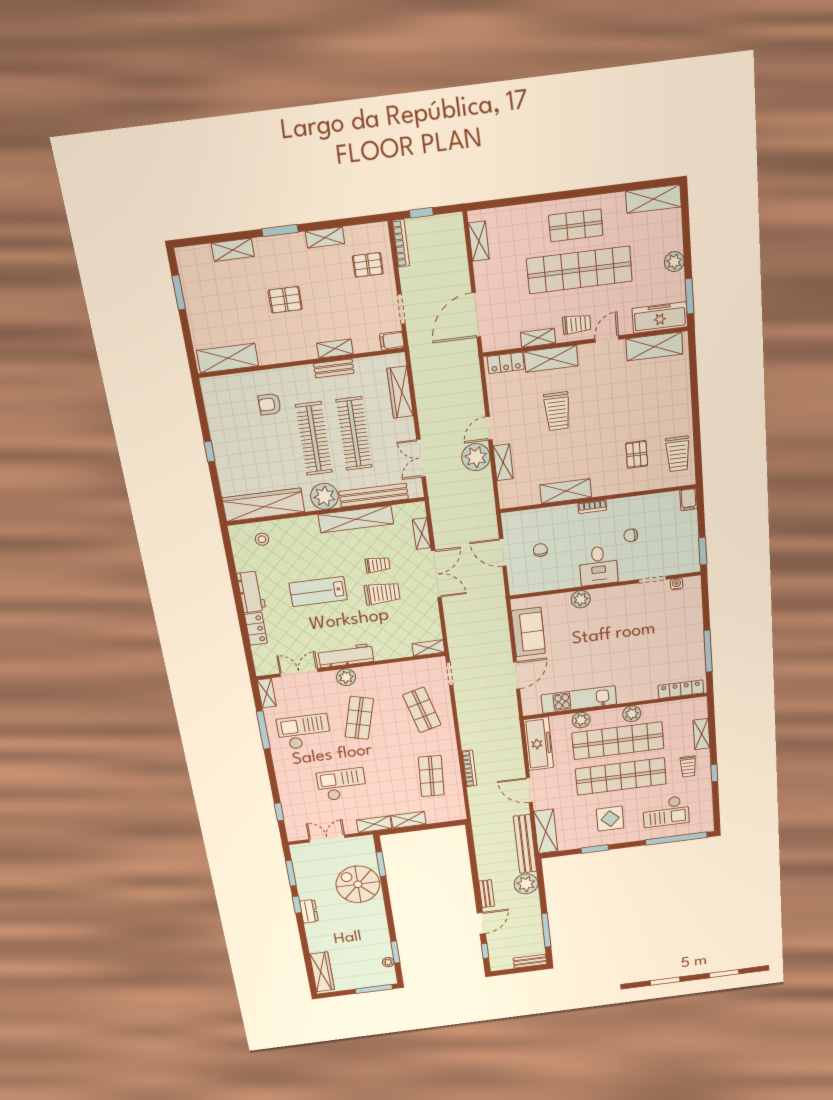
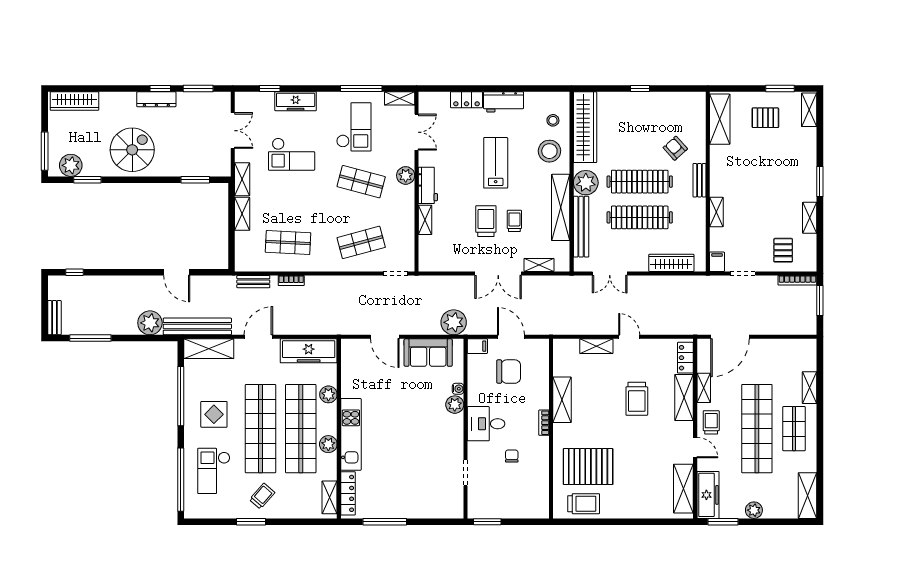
window: (421, 213) -> (820, 301), width x1.50
shelving: (479, 241) -> (810, 388), moved, turned 90
shelving: (233, 250) -> (809, 110), moved
pallet: (285, 300) -> (765, 118), moved, turned 90
door: (476, 315) -> (730, 337), swing flipped
trolley: (577, 324) -> (711, 422), turned 180
bench: (334, 368) -> (699, 180), moved
armchair: (270, 404) -> (675, 148), turned -42
trolley: (557, 411) -> (637, 399), turned -90
pallet: (637, 454) -> (588, 467), width x2.05, depth x2.00
trolley: (678, 454) -> (584, 504), turned 180
plant: (476, 457) -> (454, 322), moved
double door: (421, 458) -> (610, 273), swing flipped
filing cabinet: (689, 500) -> (477, 346), moved, turned 180
stool: (296, 539) -> (549, 151), added
chair: (540, 550) -> (509, 372), width x1.87, depth x1.87
door: (503, 552) -> (511, 337), hinge flipped
trolley: (378, 565) -> (514, 221), turned 180
water cooler: (677, 584) -> (458, 389), moved
trolley: (382, 593) -> (486, 221), turned 180
shelving: (428, 648) -> (425, 220), moved
workbench: (346, 656) -> (428, 185), width x0.73
kitchen unit: (579, 700) -> (351, 434), moved
shelving: (701, 734) -> (330, 497), moved, turned 90
trolley: (688, 766) -> (262, 496), turned 131
bookcase: (469, 768) -> (291, 281), width x0.64
window: (714, 773) -> (251, 522), width x1.50
checkout: (342, 784) -> (292, 154), turned 90
freezer: (288, 788) -> (296, 101), added
window: (595, 849) -> (181, 396), width x2.11
spiral stairs: (358, 884) -> (132, 150), moved
bench: (487, 894) -> (253, 282), moved
dresser: (309, 911) -> (156, 99), width x1.44
door: (481, 923) -> (177, 272), moved
plant: (388, 962) -> (71, 165), width x1.88, depth x1.88

